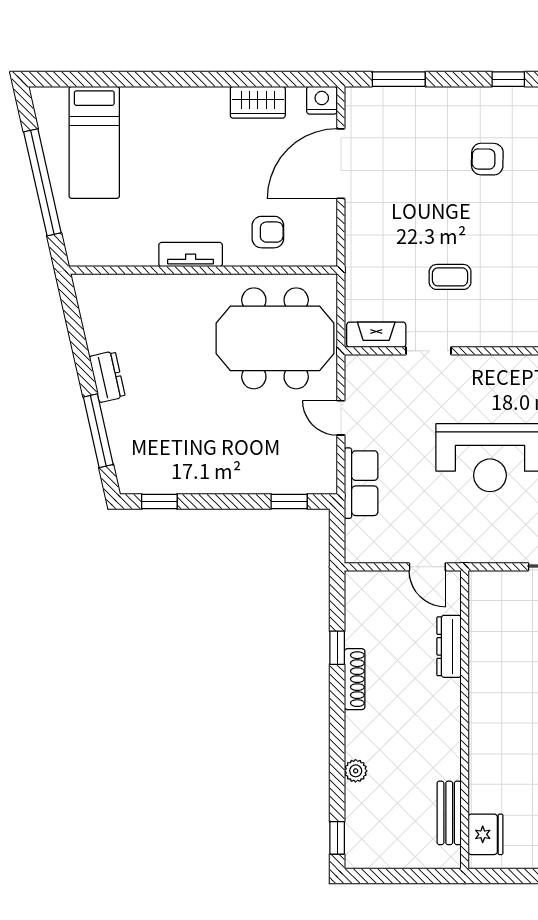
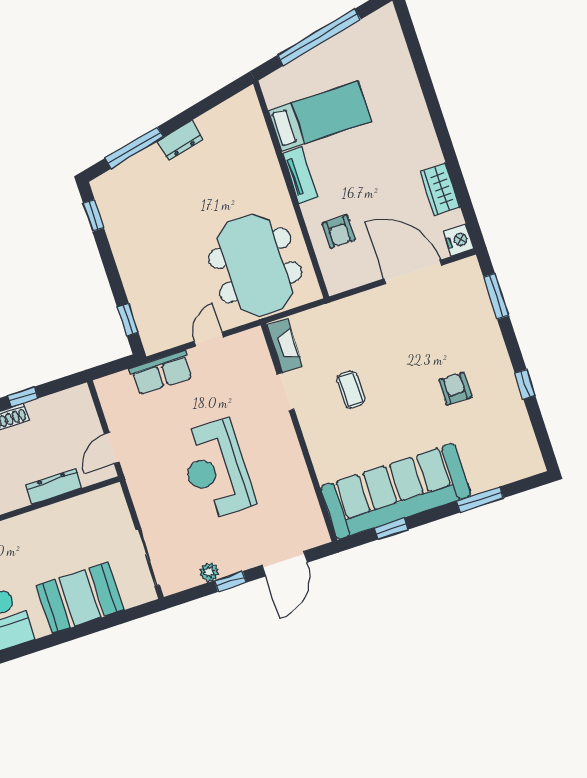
bed: (94, 142) -> (320, 116), moved, turned 180

